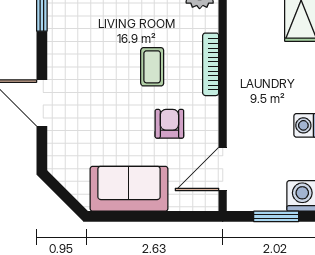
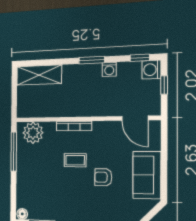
armchair: (169, 124) -> (103, 177), moved
window: (276, 216) -> (164, 85), width x0.67

